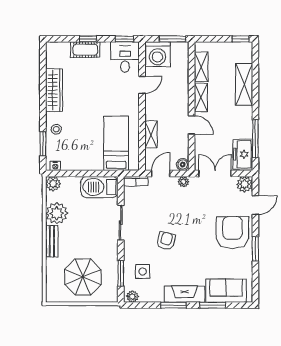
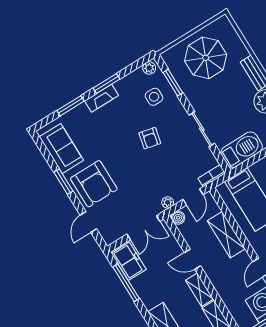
shelving: (151, 134) -> (226, 235), width x1.50, depth x1.33
plant: (245, 184) -> (110, 235), removed
sofa: (226, 291) -> (61, 149), moved, turned -90
fireplace: (185, 294) -> (102, 98), width x0.73, depth x0.76

